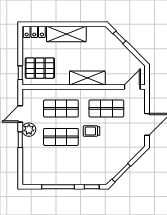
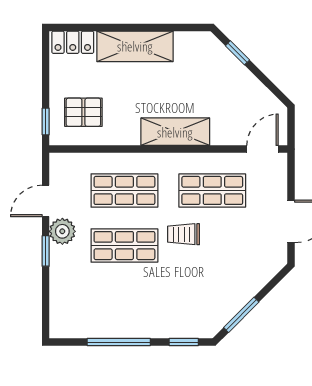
pallet: (40, 68) -> (83, 112), width x0.67, depth x0.71

